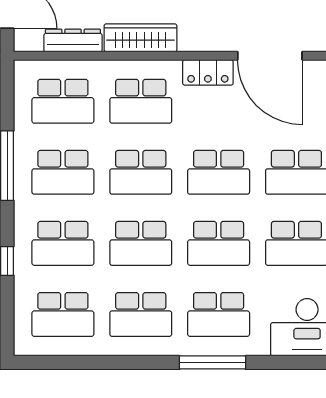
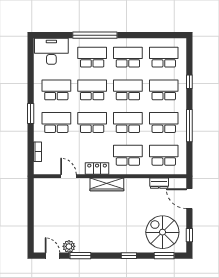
wardrobe: (140, 38) -> (107, 184), moved
dresser: (73, 41) -> (159, 183), width x0.70
door: (270, 56) -> (68, 176), width x0.53
window: (213, 362) -> (95, 35), width x1.46

